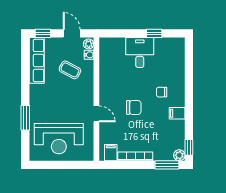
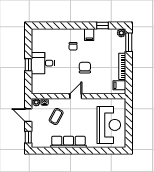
door: (72, 33) -> (28, 115), hinge flipped
window: (154, 33) -> (28, 65), moved
row of seats: (37, 60) -> (68, 142), moved
door: (96, 114) -> (76, 96), moved
window: (25, 118) -> (93, 151), removed
window: (189, 147) -> (103, 25), moved

